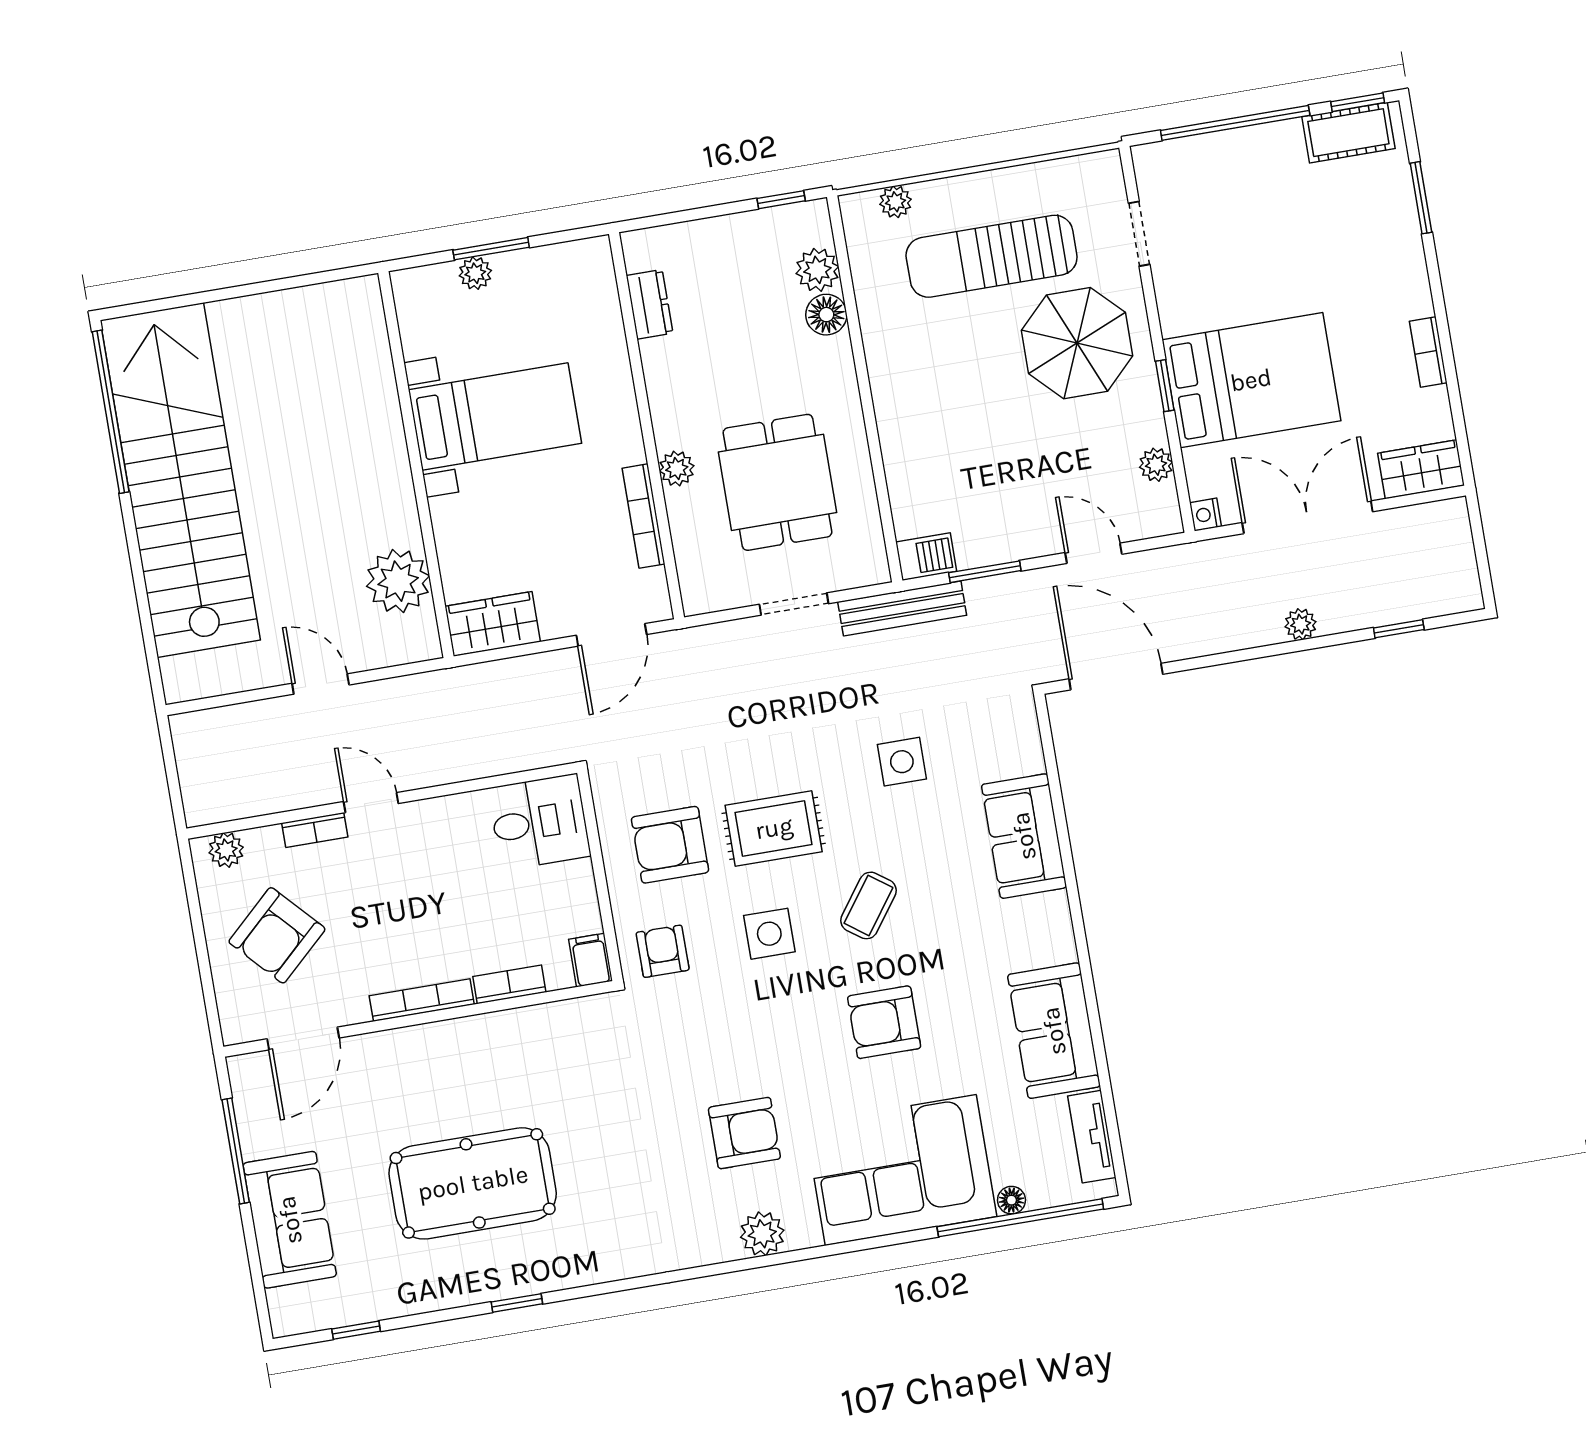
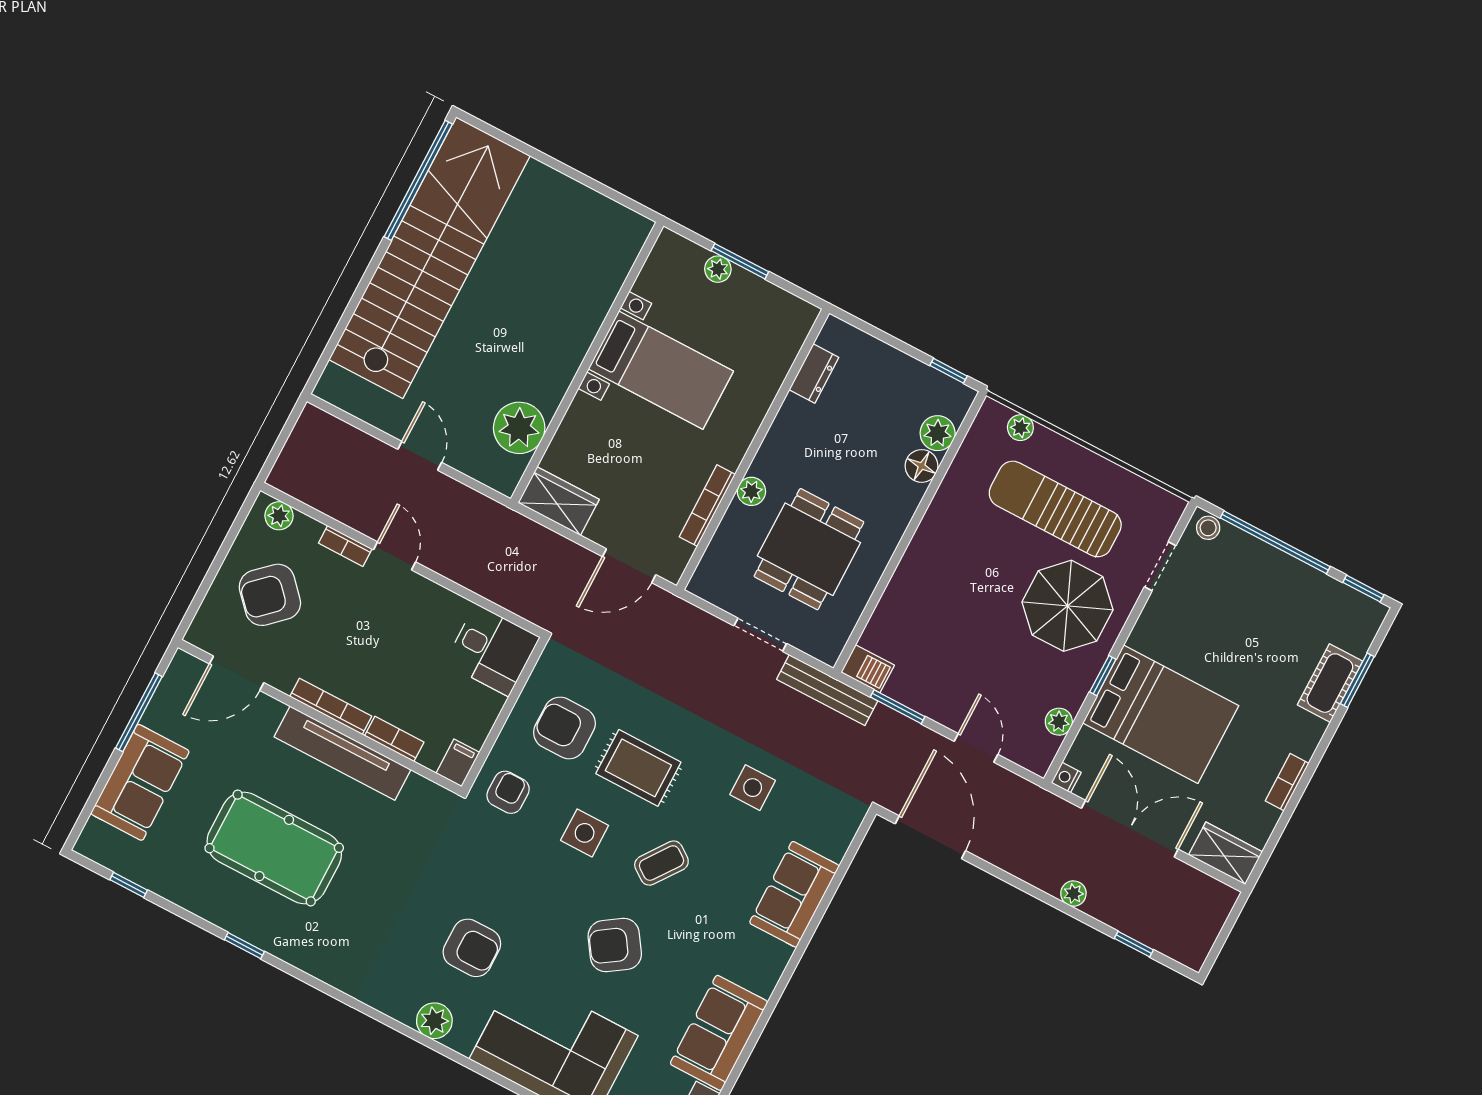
cot: (1348, 133) -> (1330, 683), moved, turned 90
stool: (1158, 159) -> (1208, 528), added
armchair: (884, 1022) -> (615, 945), turned -34
tv unit: (469, 1038) -> (342, 753), added

